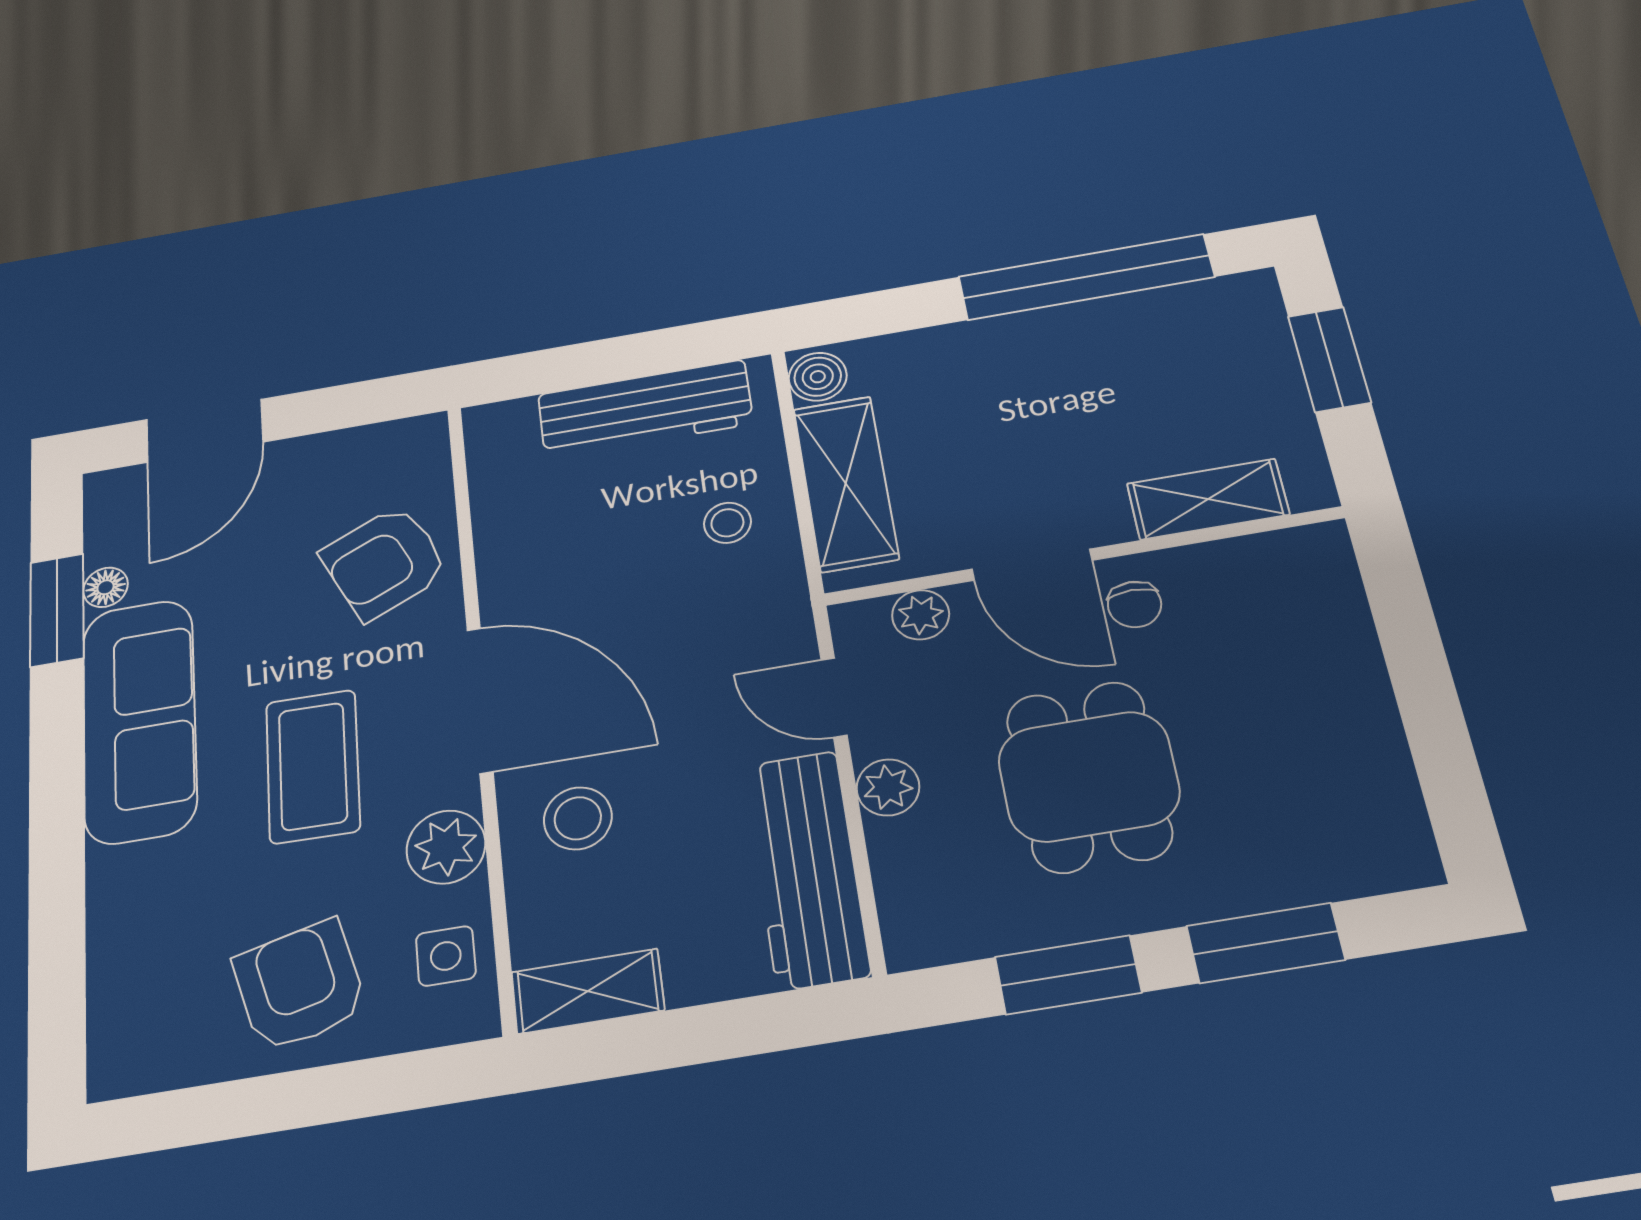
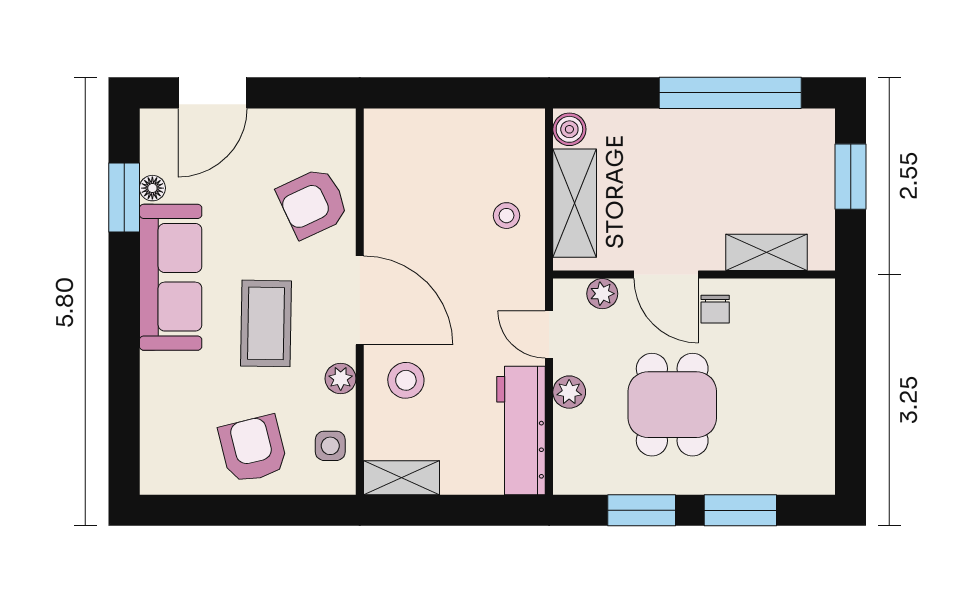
workbench: (645, 409) -> (469, 131), removed
plant: (446, 847) -> (341, 379), width x0.73, depth x0.73

